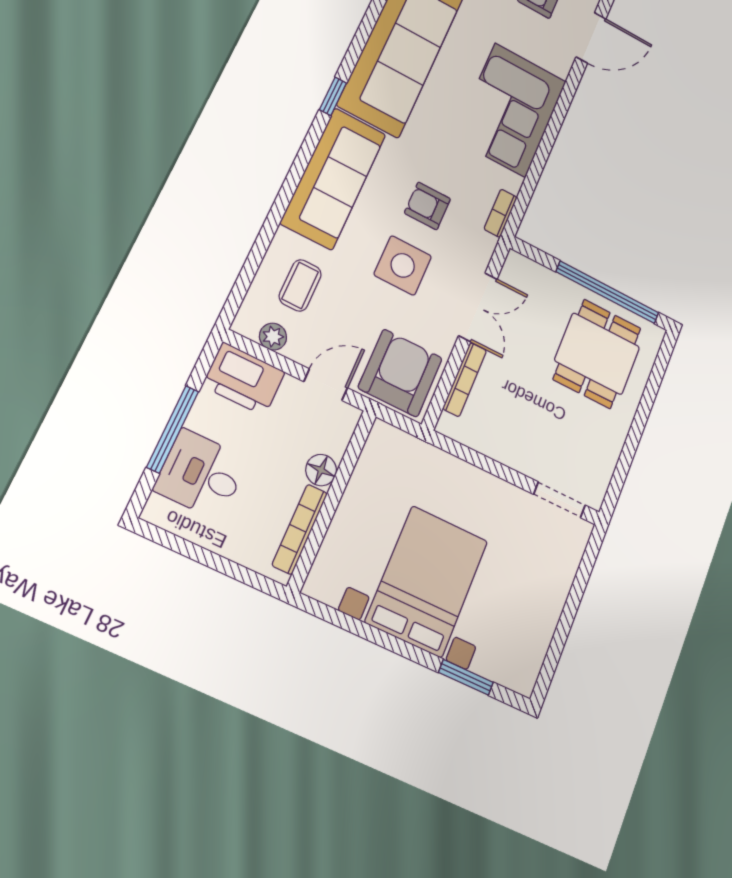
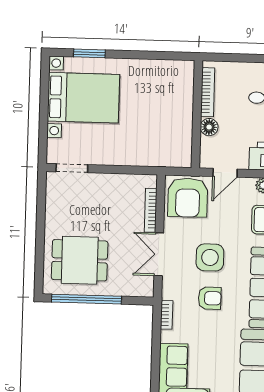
dining table: (597, 354) -> (80, 260), turned 90
bed with nightstands: (427, 581) -> (83, 98), moved, turned -90

